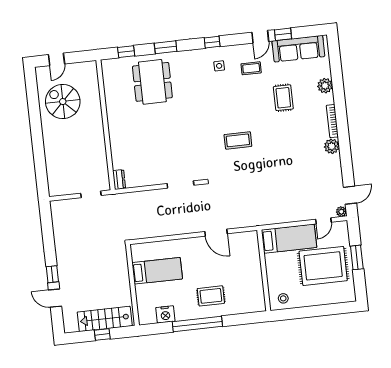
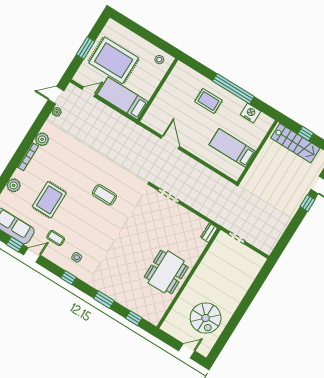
dining table: (152, 82) -> (166, 272), moved
rug: (283, 98) -> (49, 200), width x1.36, depth x1.43
plant: (341, 212) -> (57, 112), moved

